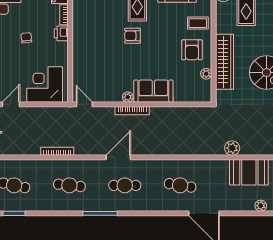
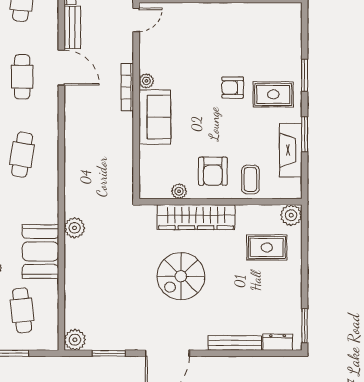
armchair: (132, 36) -> (233, 88), turned -90
armchair: (192, 50) -> (213, 171), turned -90
bench: (90, 150) -> (72, 28), added

